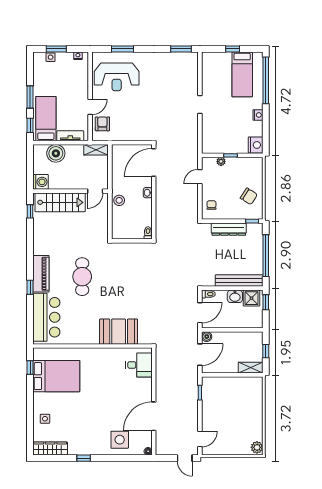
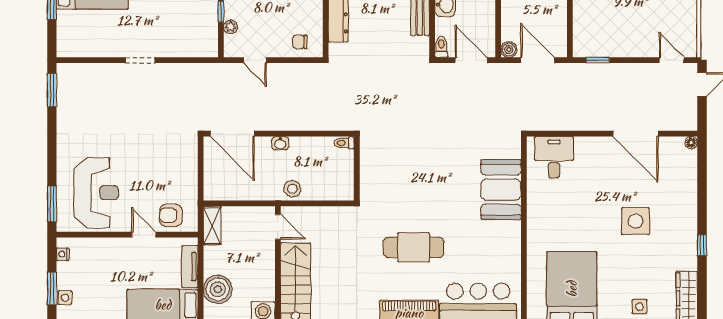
window: (123, 49) -> (52, 204), moved
side table: (120, 440) -> (636, 221), moved

